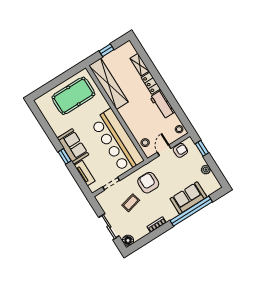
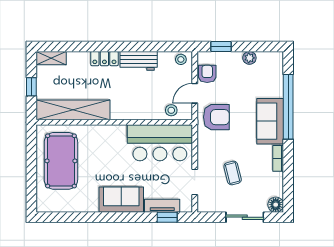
shelving: (140, 65) -> (51, 58), moved
bar counter: (117, 141) -> (160, 143), width x0.73
door: (164, 150) -> (195, 93), hinge flipped
window: (65, 156) -> (167, 217), moved
armchair: (148, 183) -> (216, 117), moved, turned 180
sofa: (188, 198) -> (270, 121), moved

